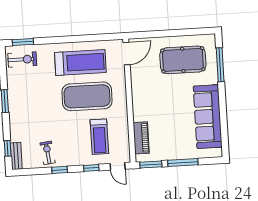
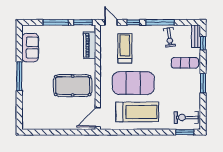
pool table: (183, 60) -> (73, 86), moved
treadmill: (80, 63) -> (137, 112), turned 180
window: (220, 65) -> (19, 76), moved
sofa: (208, 117) -> (30, 48), width x0.54, depth x0.79
exercise mat: (28, 124) -> (185, 63), added
window: (60, 170) -> (160, 22), width x2.17

